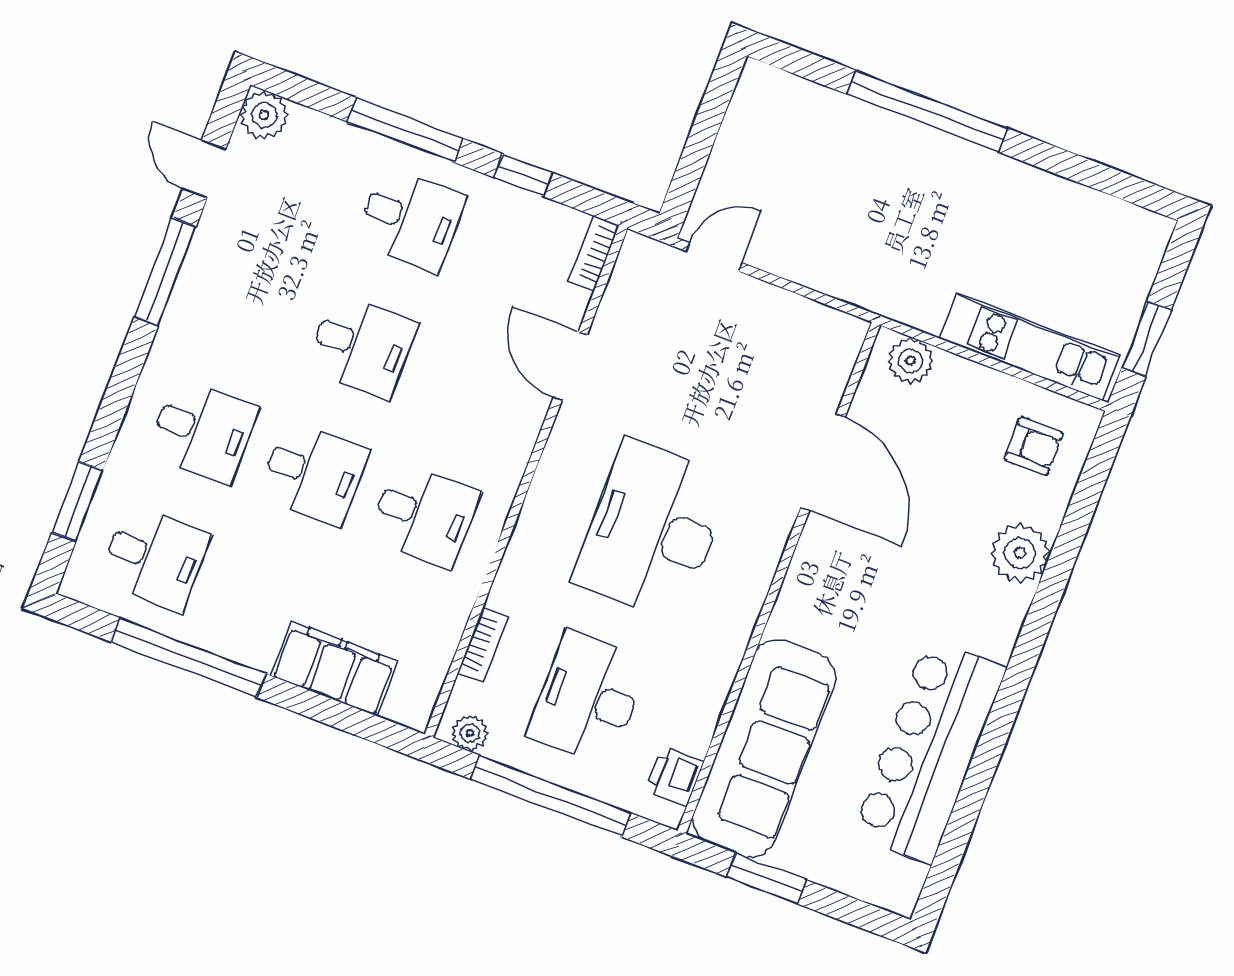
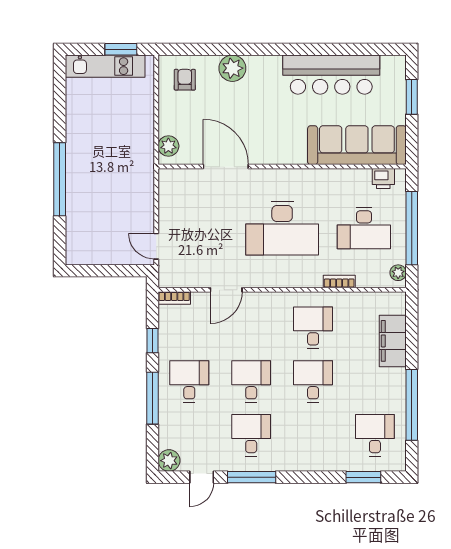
kitchen unit: (1030, 347) -> (105, 66), moved, turned -90
desk: (203, 431) -> (251, 435), moved
door: (823, 462) -> (226, 167), hinge flipped
bookcase: (483, 646) -> (339, 281), moved
window: (767, 878) -> (412, 97), moved

